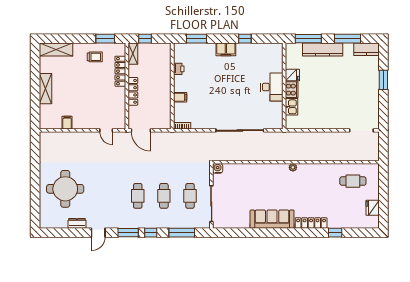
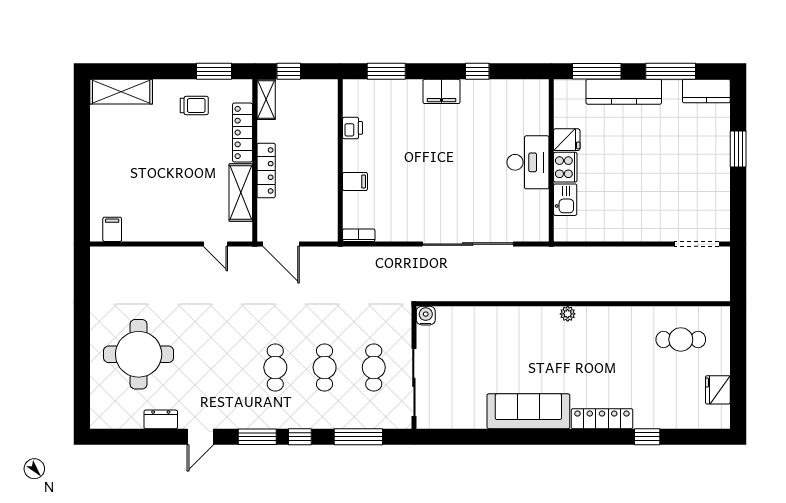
shelving: (45, 89) -> (241, 193), moved
filing cabinet: (67, 123) -> (112, 229), moved

